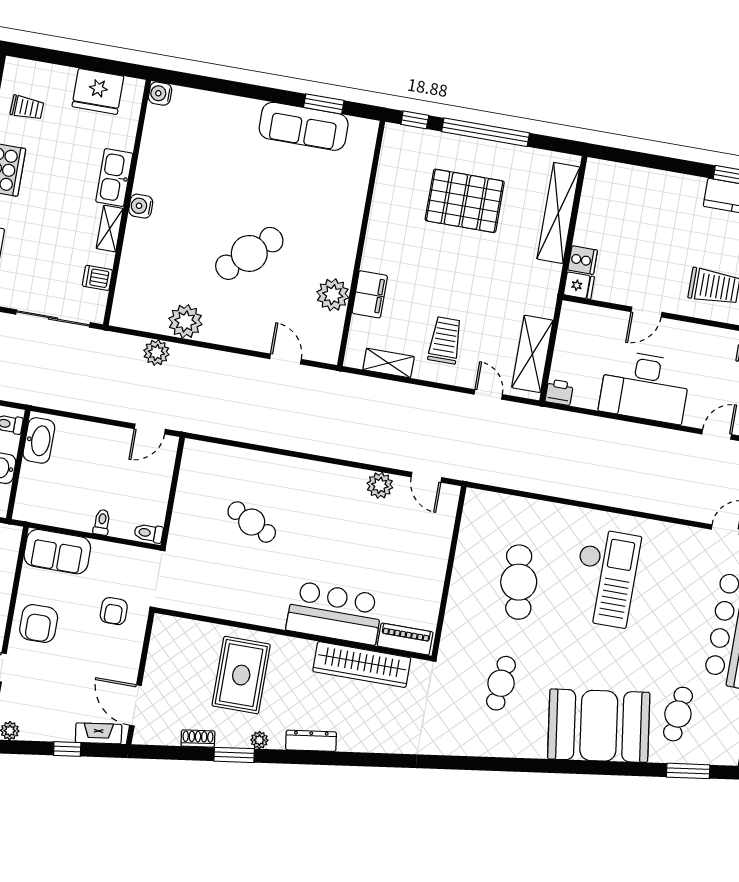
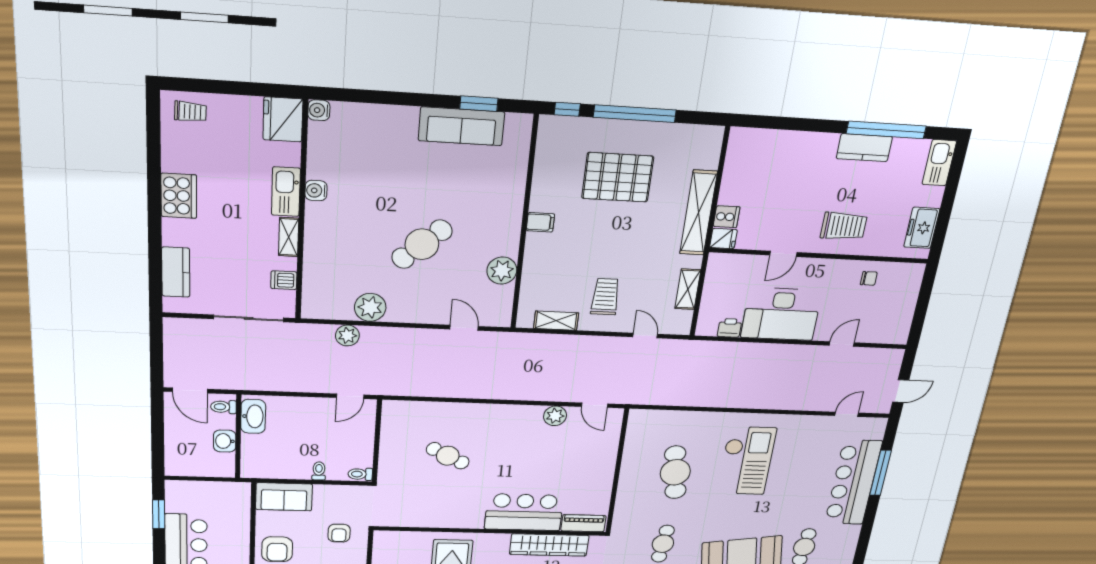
fridge: (98, 91) -> (283, 119), moved, turned 90
trolley: (27, 108) -> (190, 112), moved
water cooler: (141, 206) -> (316, 190), moved
shelving: (558, 213) -> (698, 213), moved
filing cabinet: (370, 294) -> (540, 222), moved, width x0.50
shelving: (532, 354) -> (688, 289), width x0.67, depth x0.75
printer: (559, 392) -> (730, 328), moved

